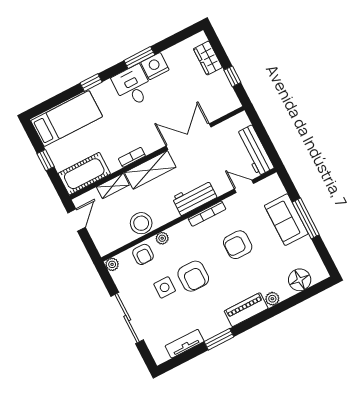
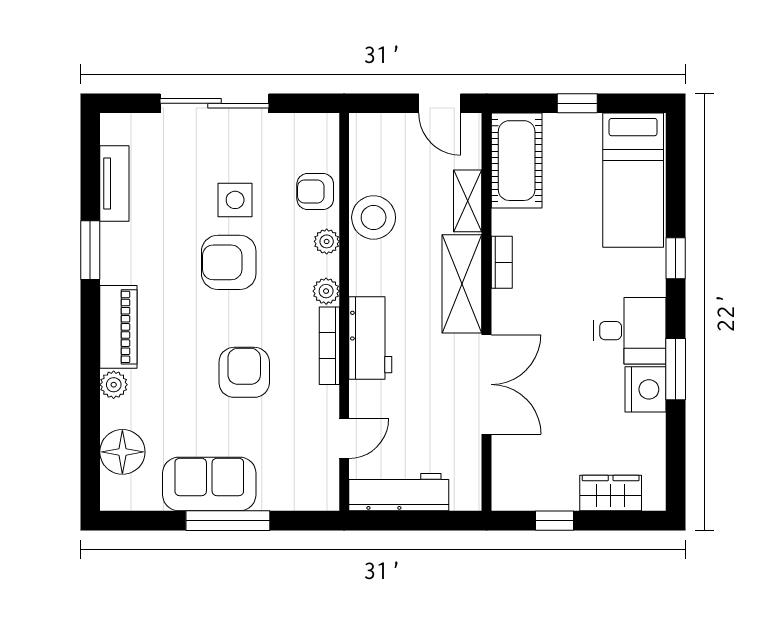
sofa: (286, 220) -> (209, 484), moved
plant: (112, 264) -> (326, 291), moved

